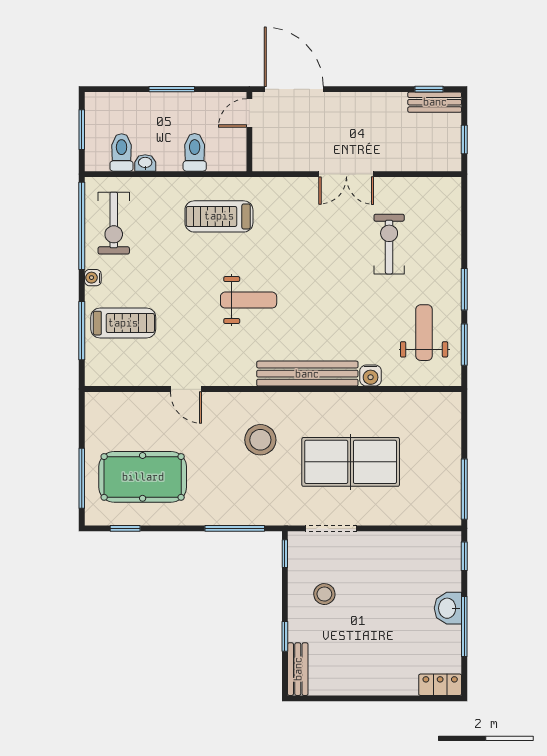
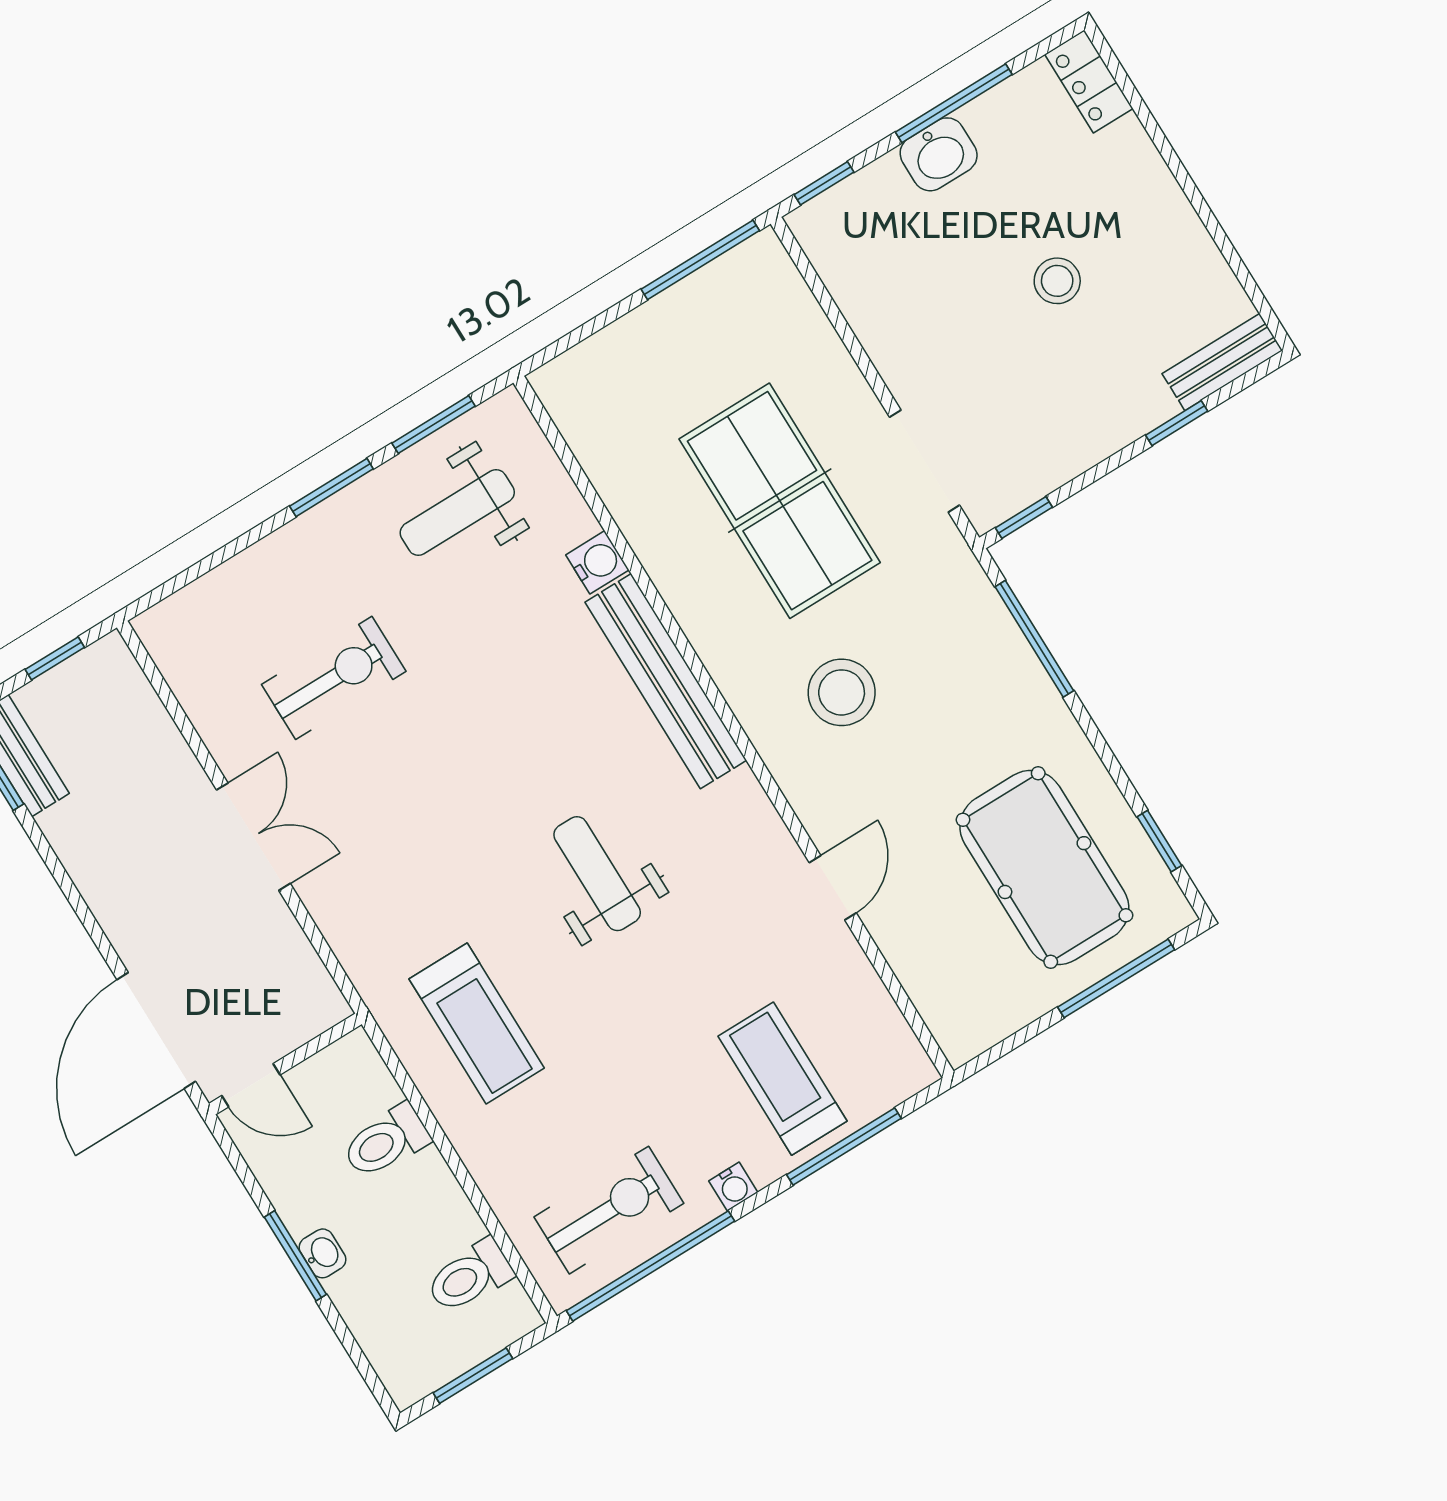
washbasin: (145, 163) -> (323, 1253), moved, turned 180
exercise bike: (389, 244) -> (334, 678), turned 180
stool: (324, 594) -> (1057, 281), moved

